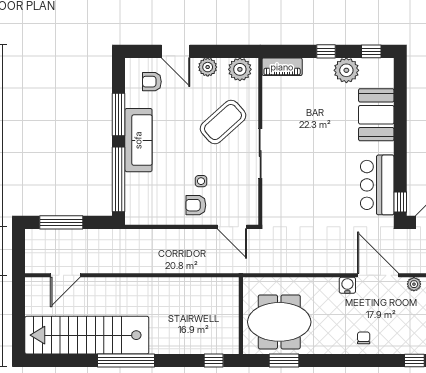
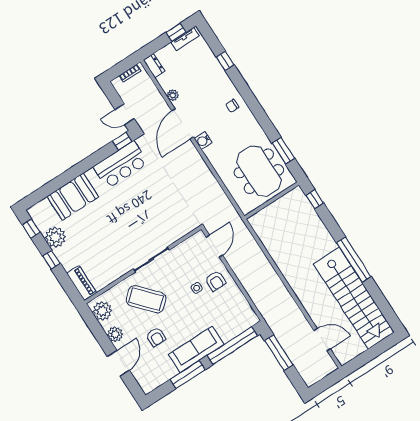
armchair: (152, 82) -> (156, 337), moved
window: (61, 222) -> (279, 353), moved

